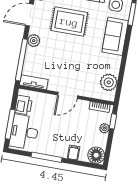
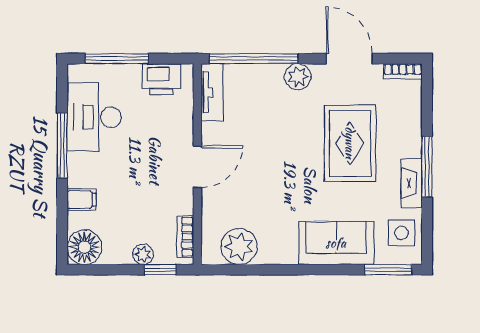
door: (68, 95) -> (197, 167), swing flipped
desk: (24, 132) -> (94, 117), moved, turned -90

